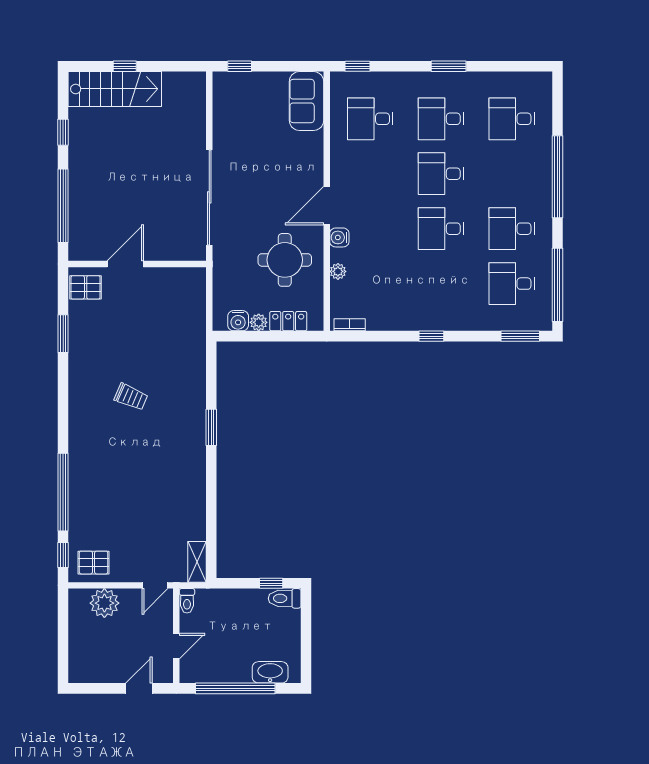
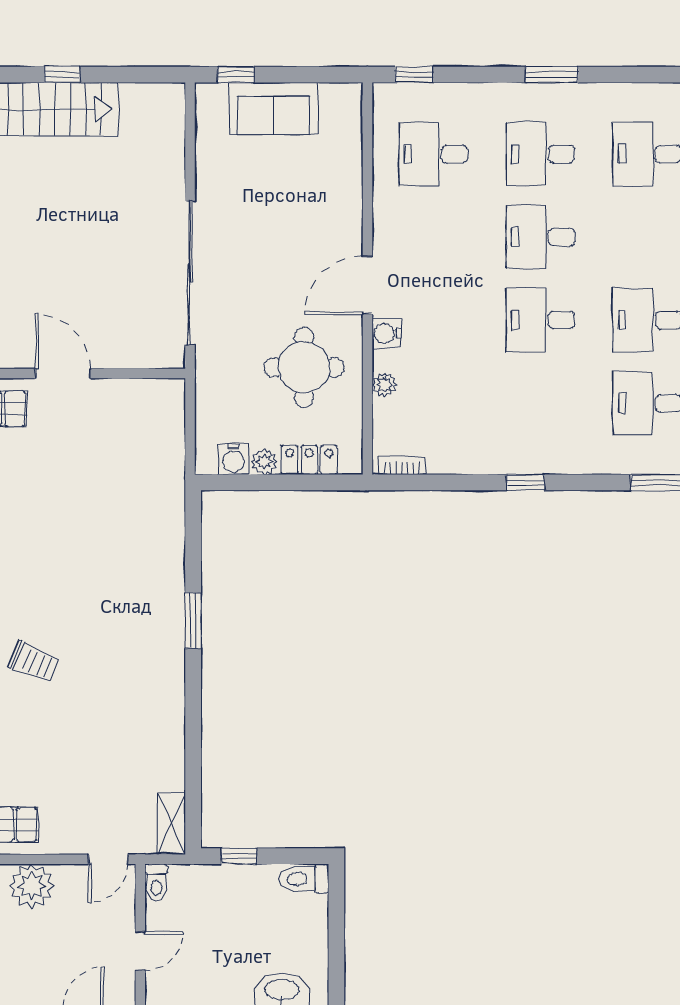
sofa: (306, 101) -> (273, 108), moved, turned -90
door: (125, 264) -> (63, 373), hinge flipped
trolley: (131, 397) -> (34, 662), moved
window: (271, 583) -> (239, 856), moved

